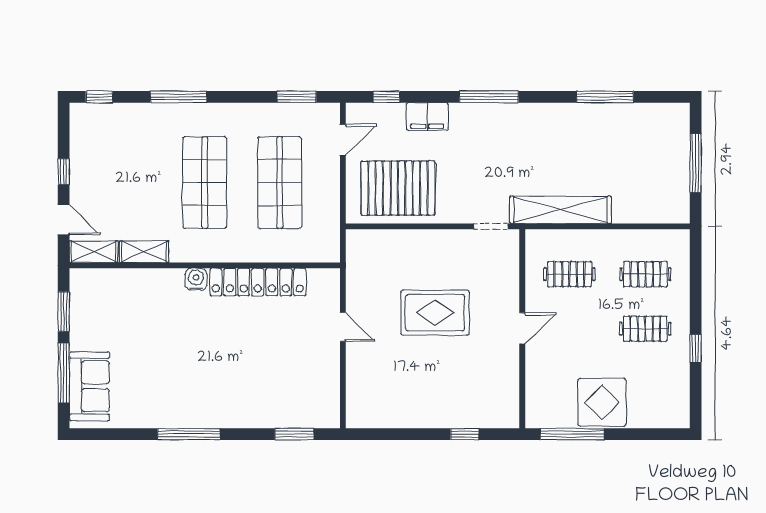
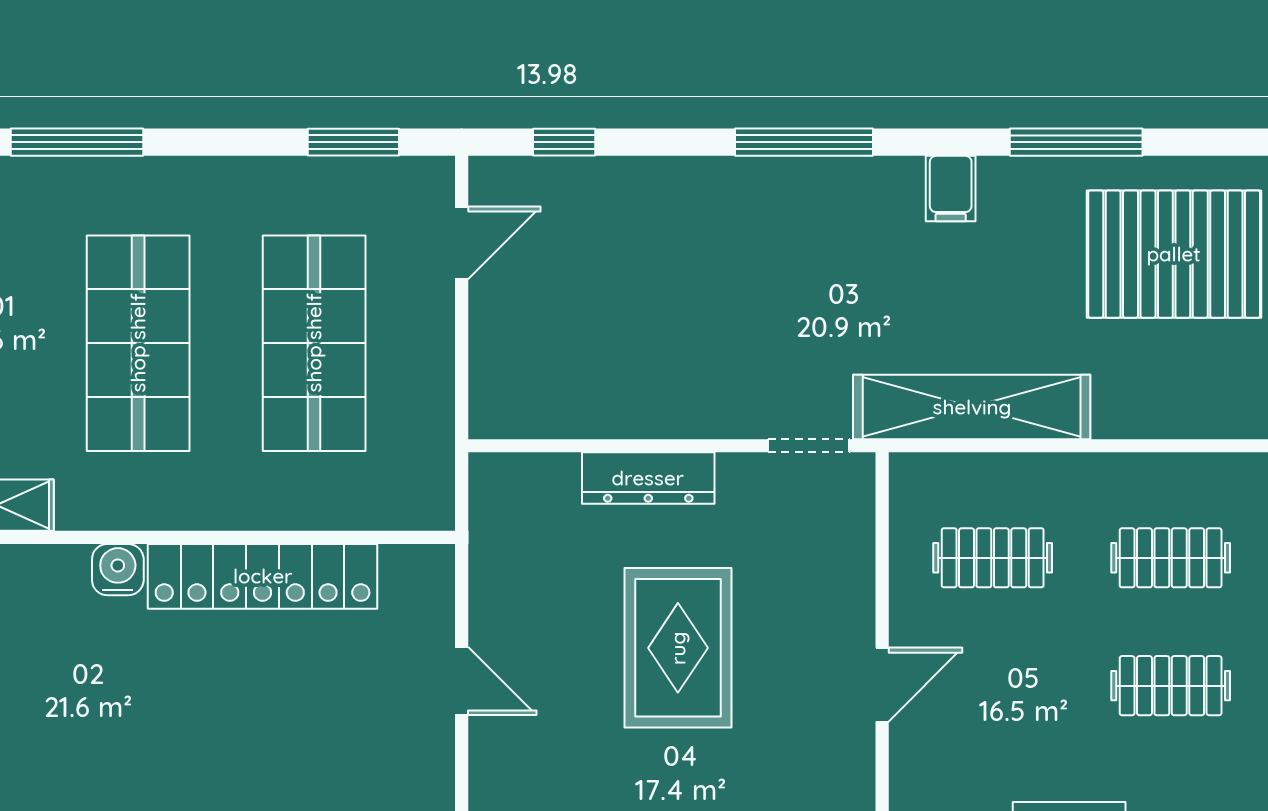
filing cabinet: (427, 117) -> (951, 189), moved, width x0.50
pallet: (398, 188) -> (1174, 254), moved
dresser: (422, 240) -> (648, 478), added
rug: (435, 313) -> (678, 648), turned 90

